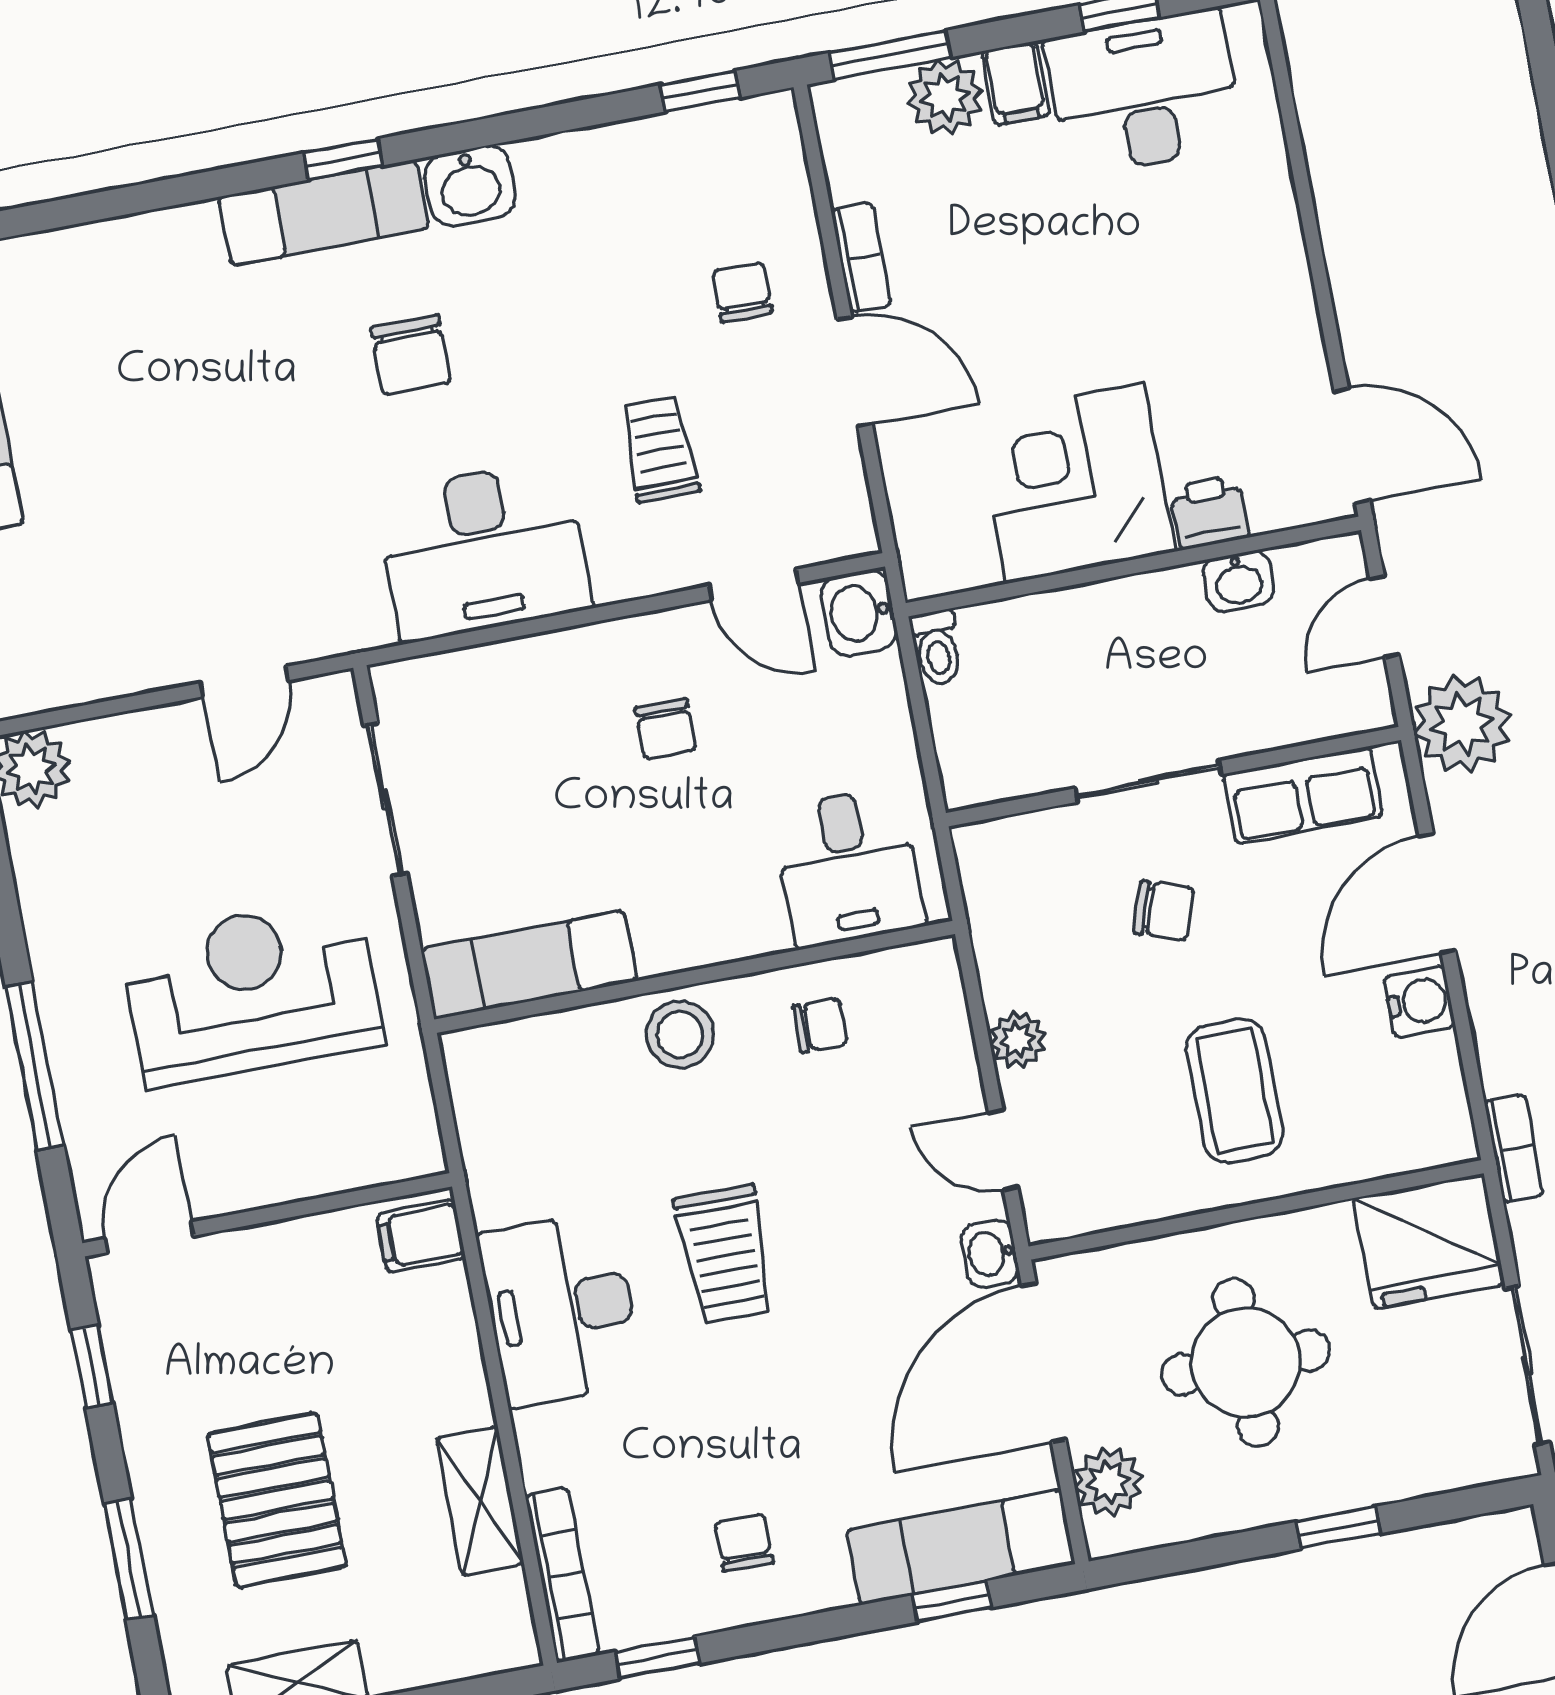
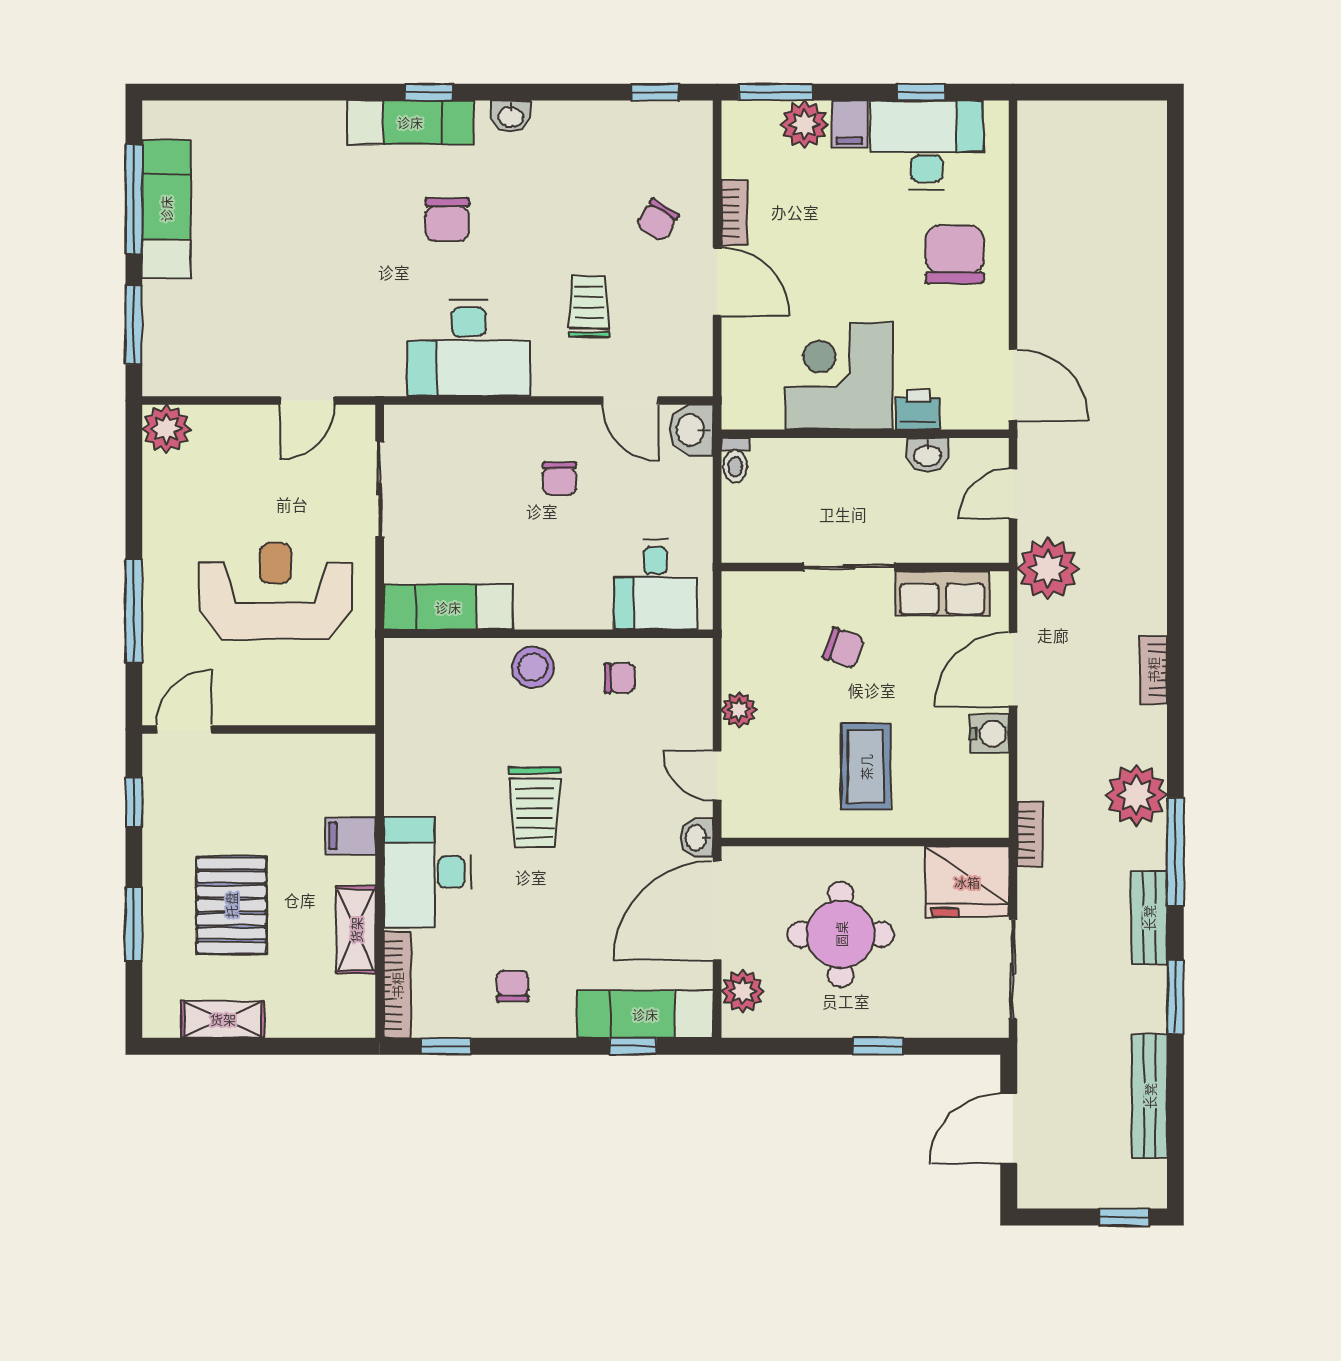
washbasin: (470, 186) -> (511, 116), width x0.72, depth x0.69
chair: (1221, 257) -> (955, 254), added
chair: (742, 292) -> (658, 220), turned -147
filing cabinet: (421, 1236) -> (350, 836), moved
desk: (561, 1309) -> (428, 872), moved

